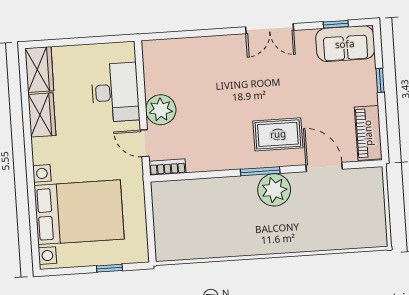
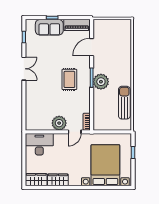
sofa: (345, 44) -> (49, 27), moved, turned 90
desk: (115, 92) -> (39, 144), moved
rug: (278, 134) -> (69, 79), moved
plant: (274, 190) -> (101, 82), moved
sun lounger: (212, 243) -> (124, 103), added

